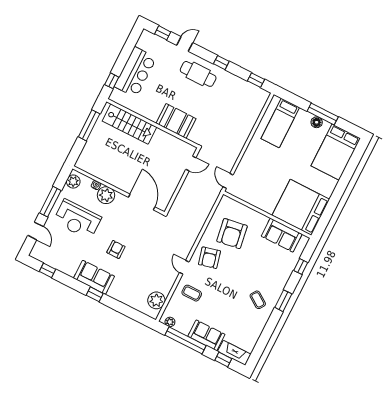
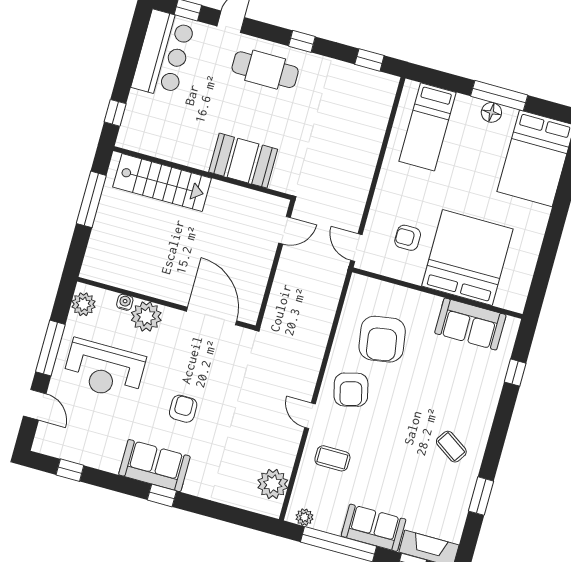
bar counter: (135, 72) -> (163, 54), moved
armchair: (257, 181) -> (408, 238), added
bed: (301, 207) -> (467, 258), moved, turned 90
window: (283, 301) -> (481, 496), moved

